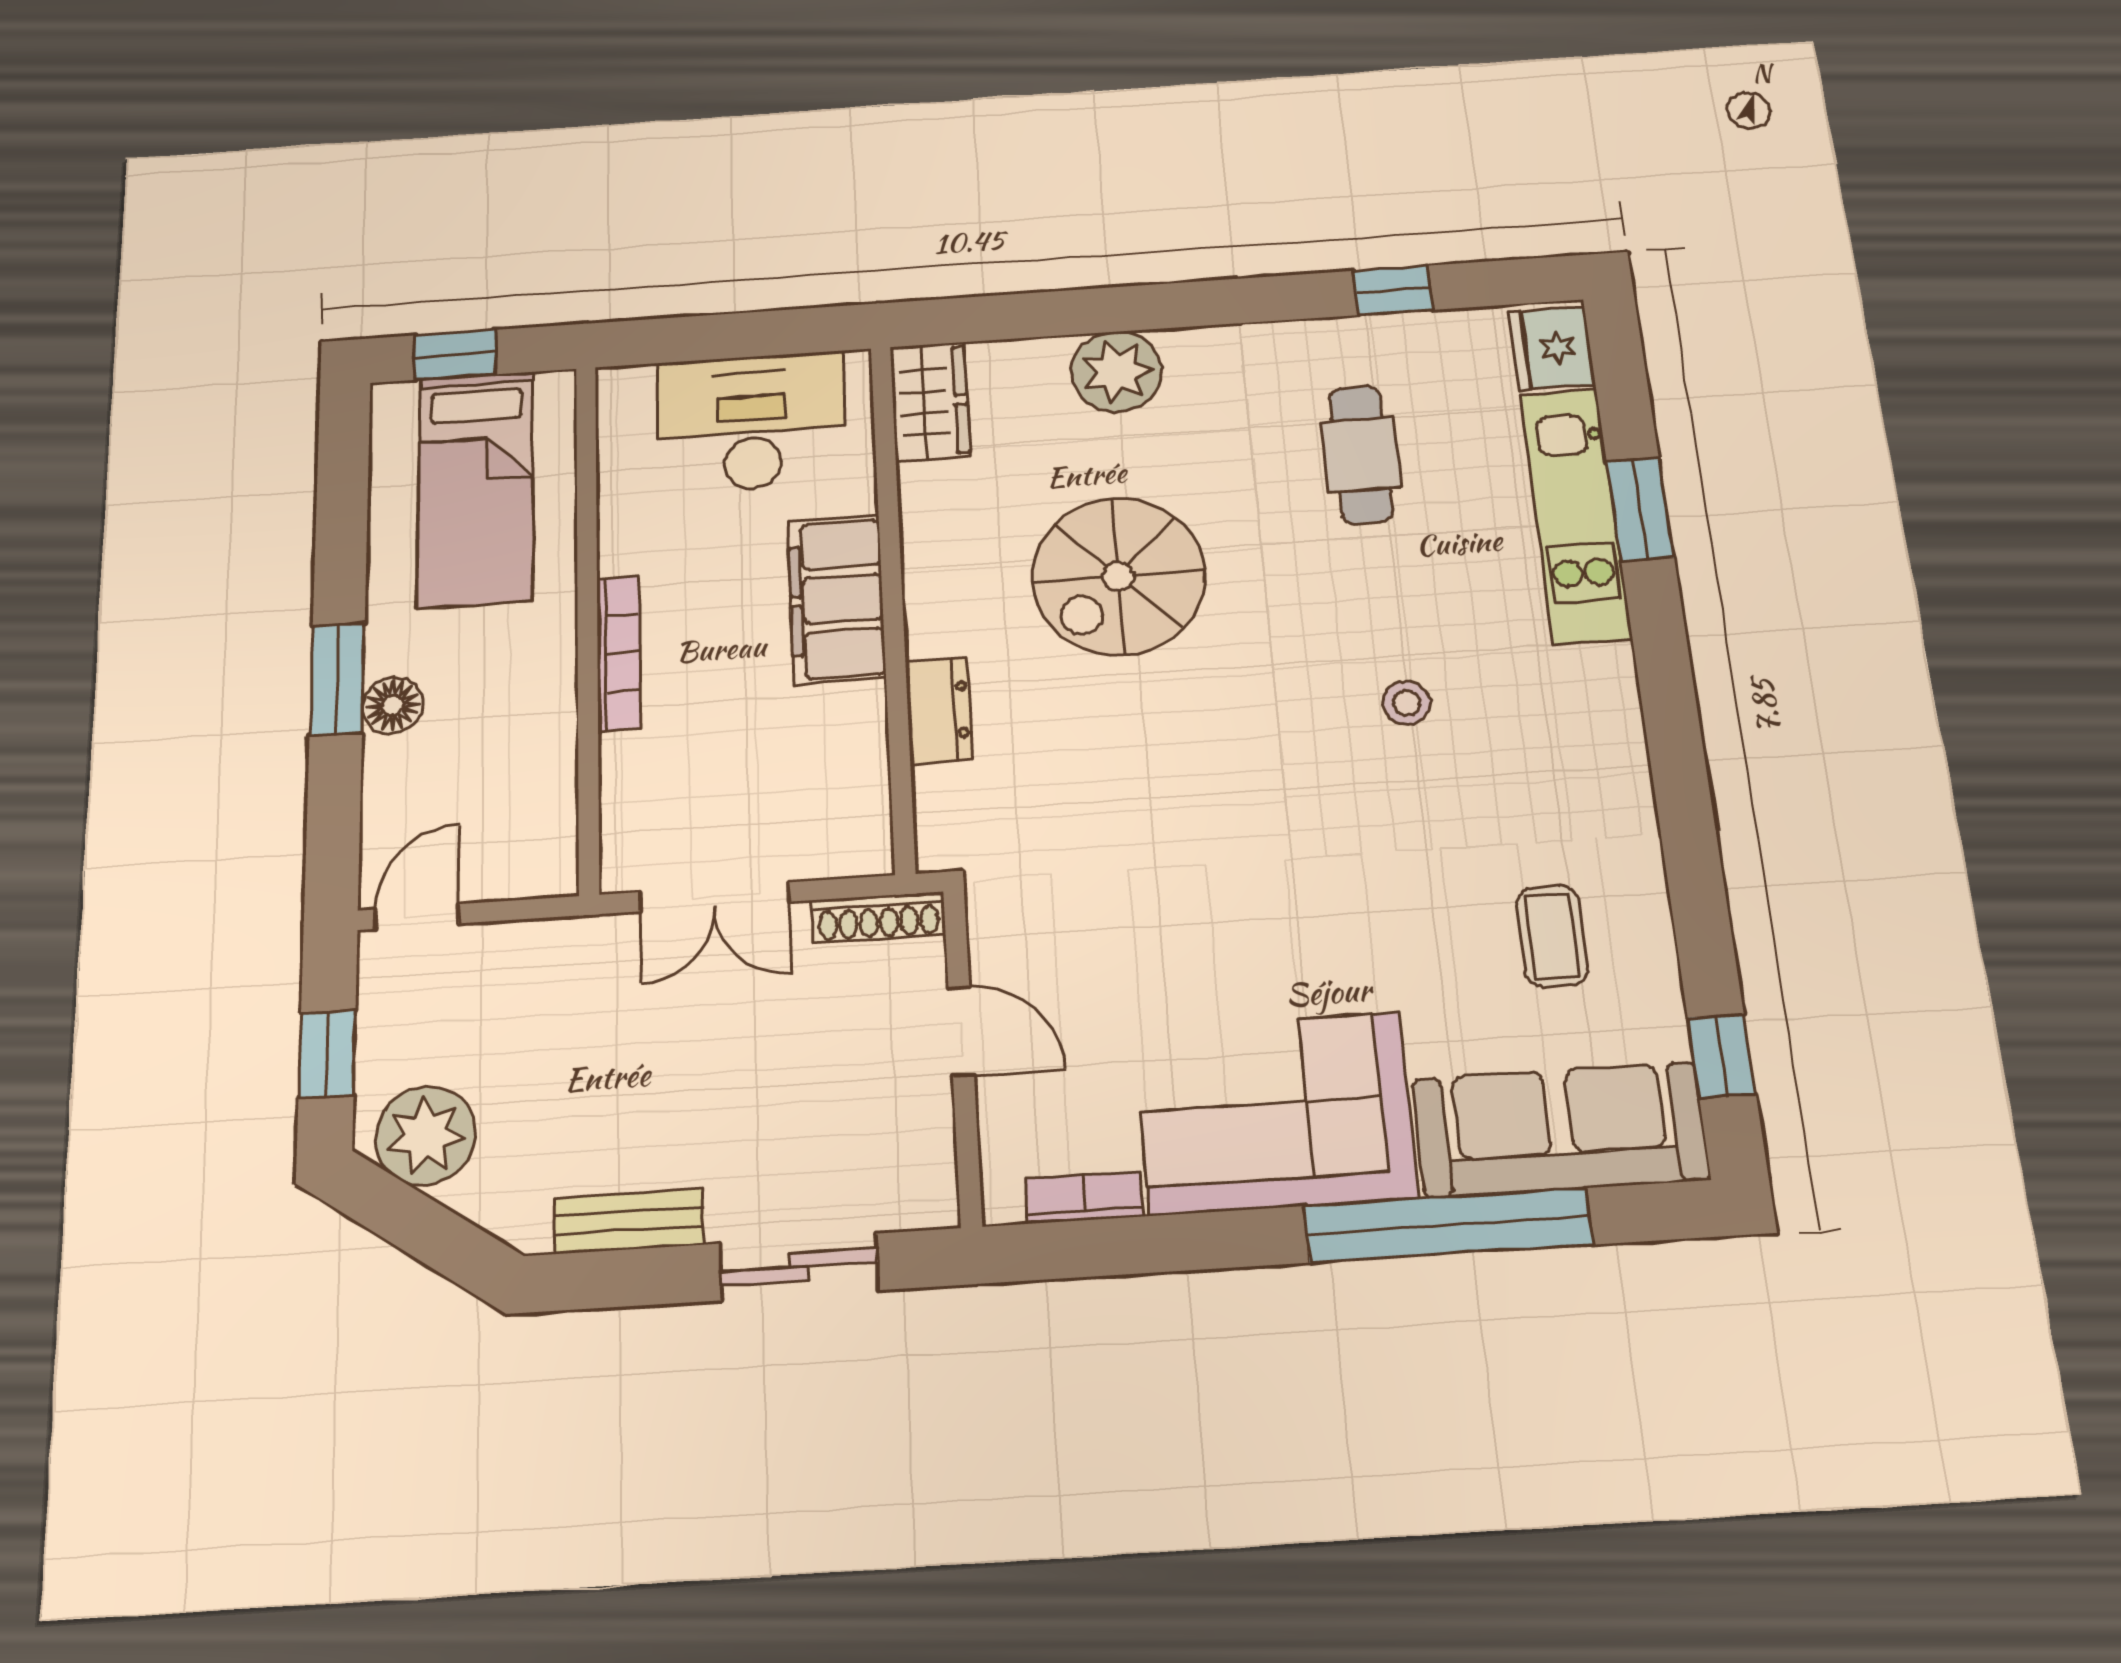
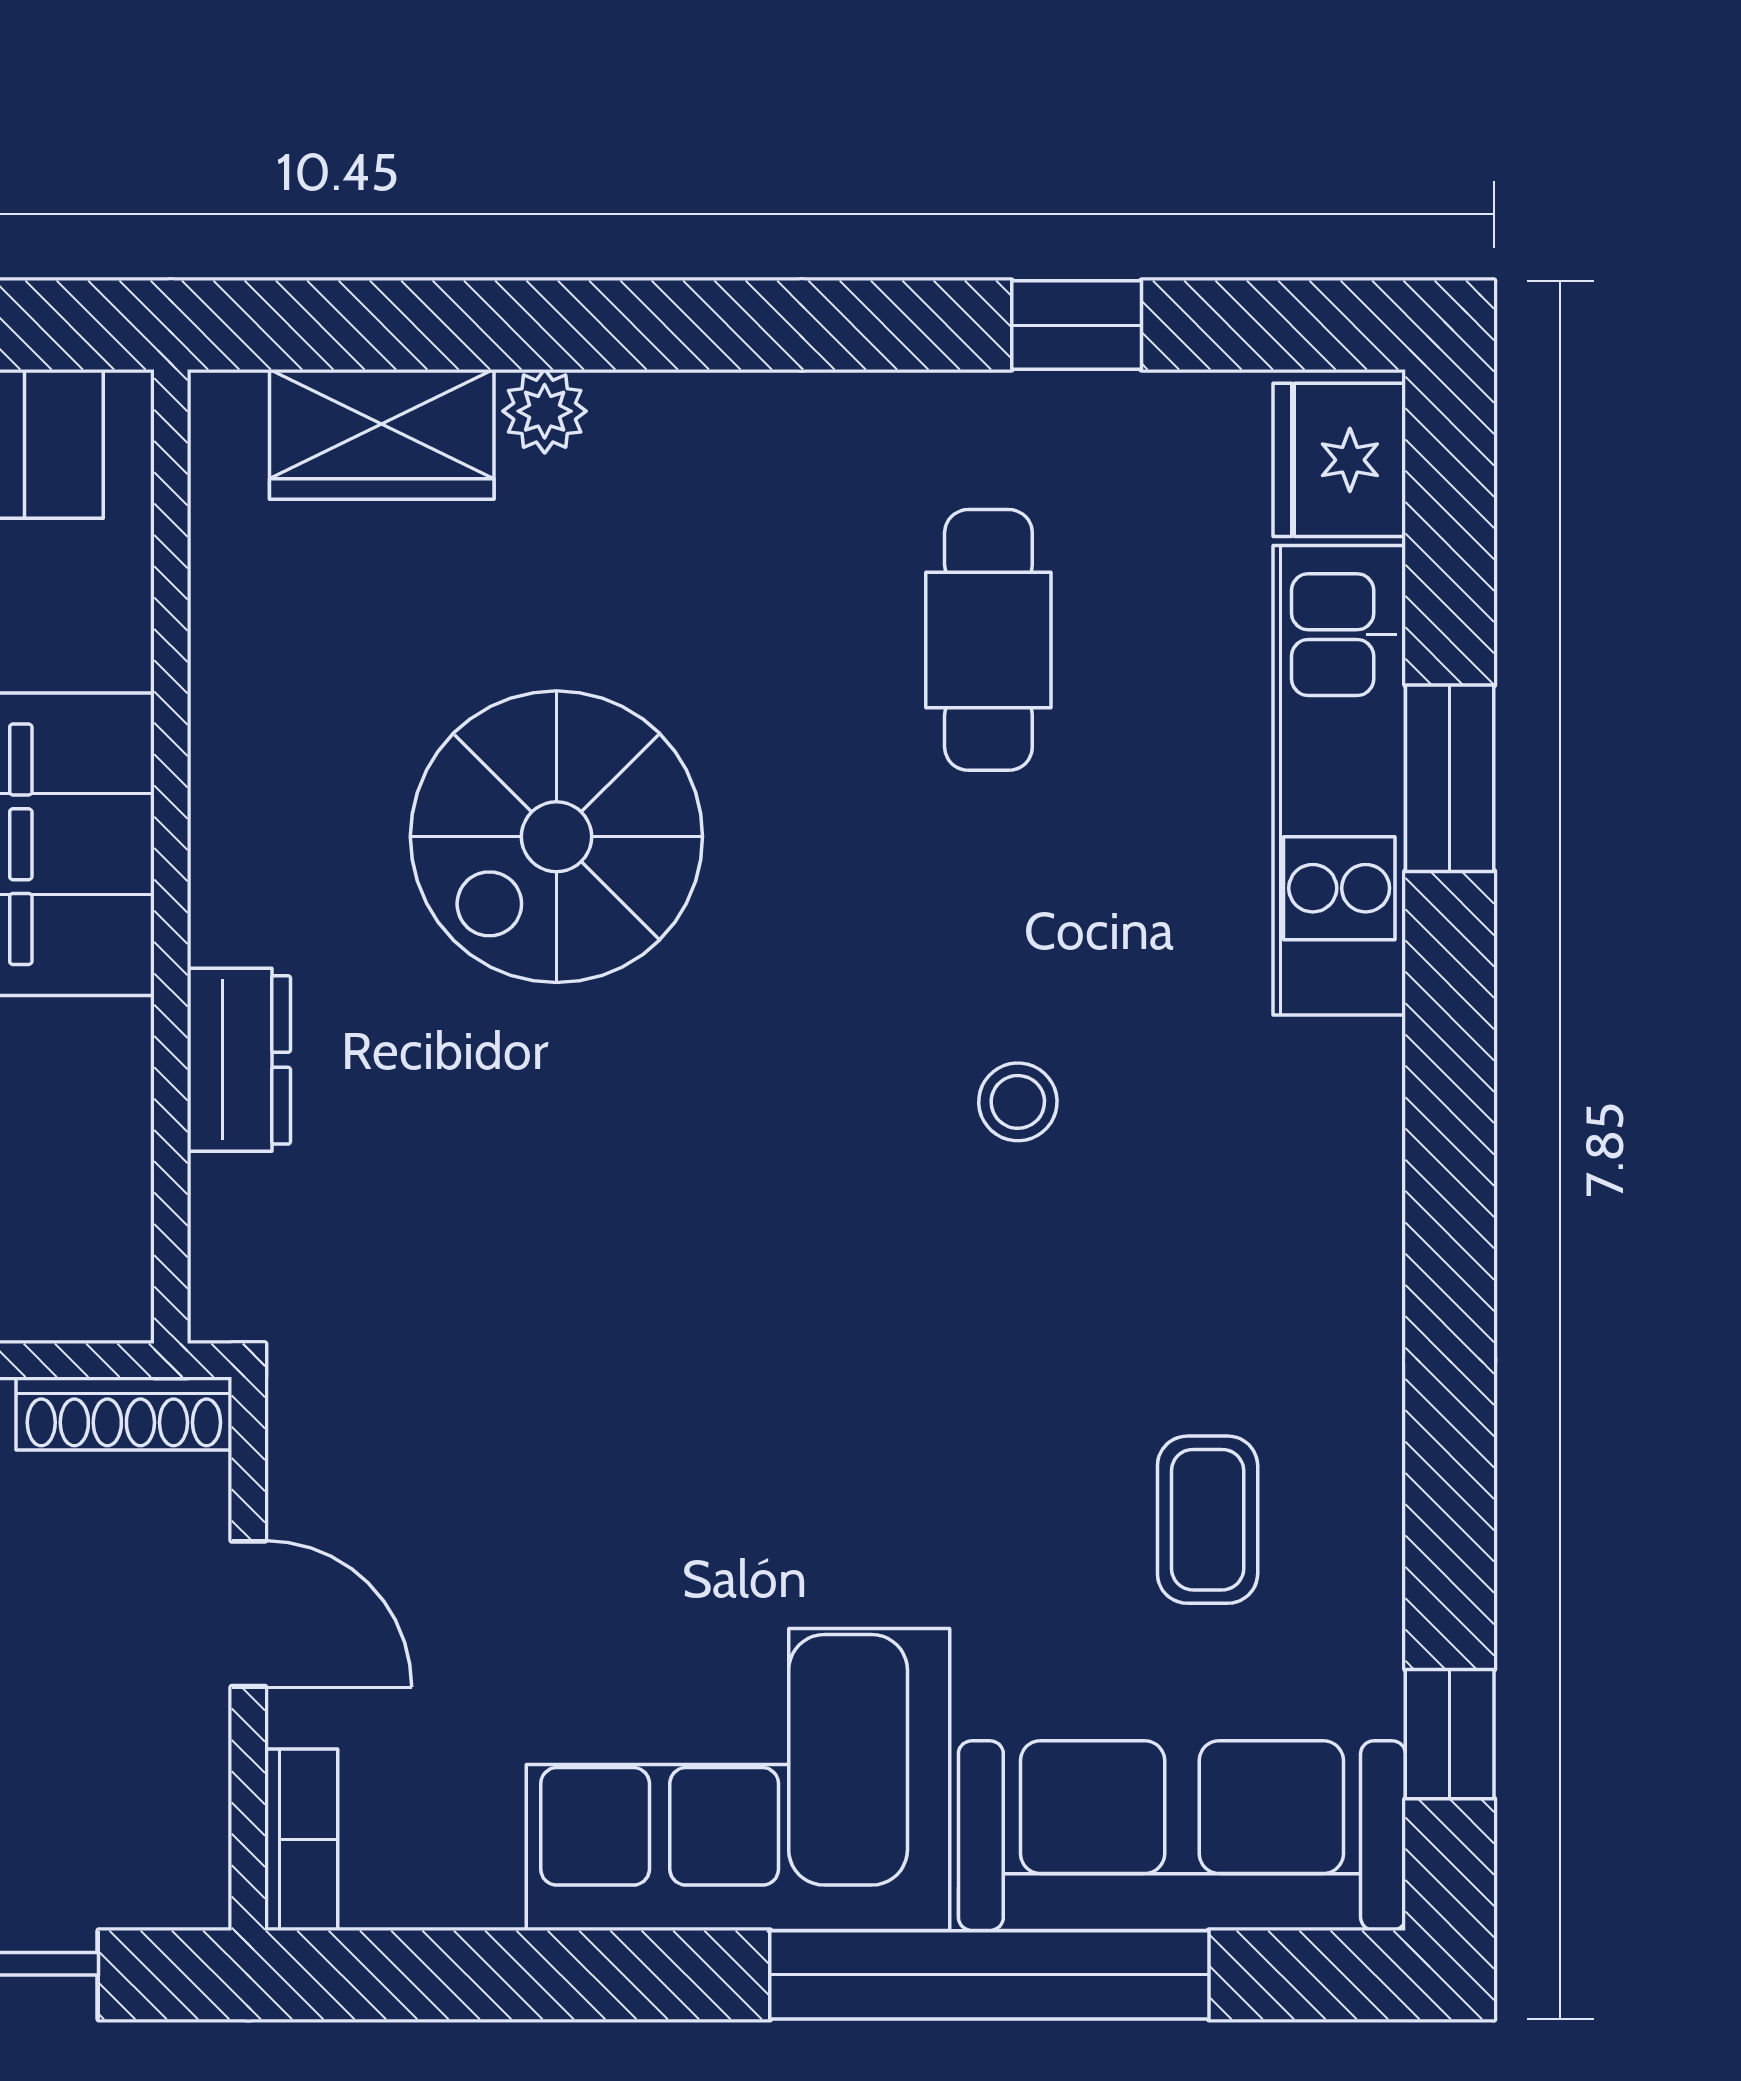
plant: (1117, 372) -> (545, 411), width x0.53, depth x0.53
wardrobe: (930, 402) -> (382, 434), moved, turned 90
bookcase: (1084, 1197) -> (301, 1840), moved, turned 90

